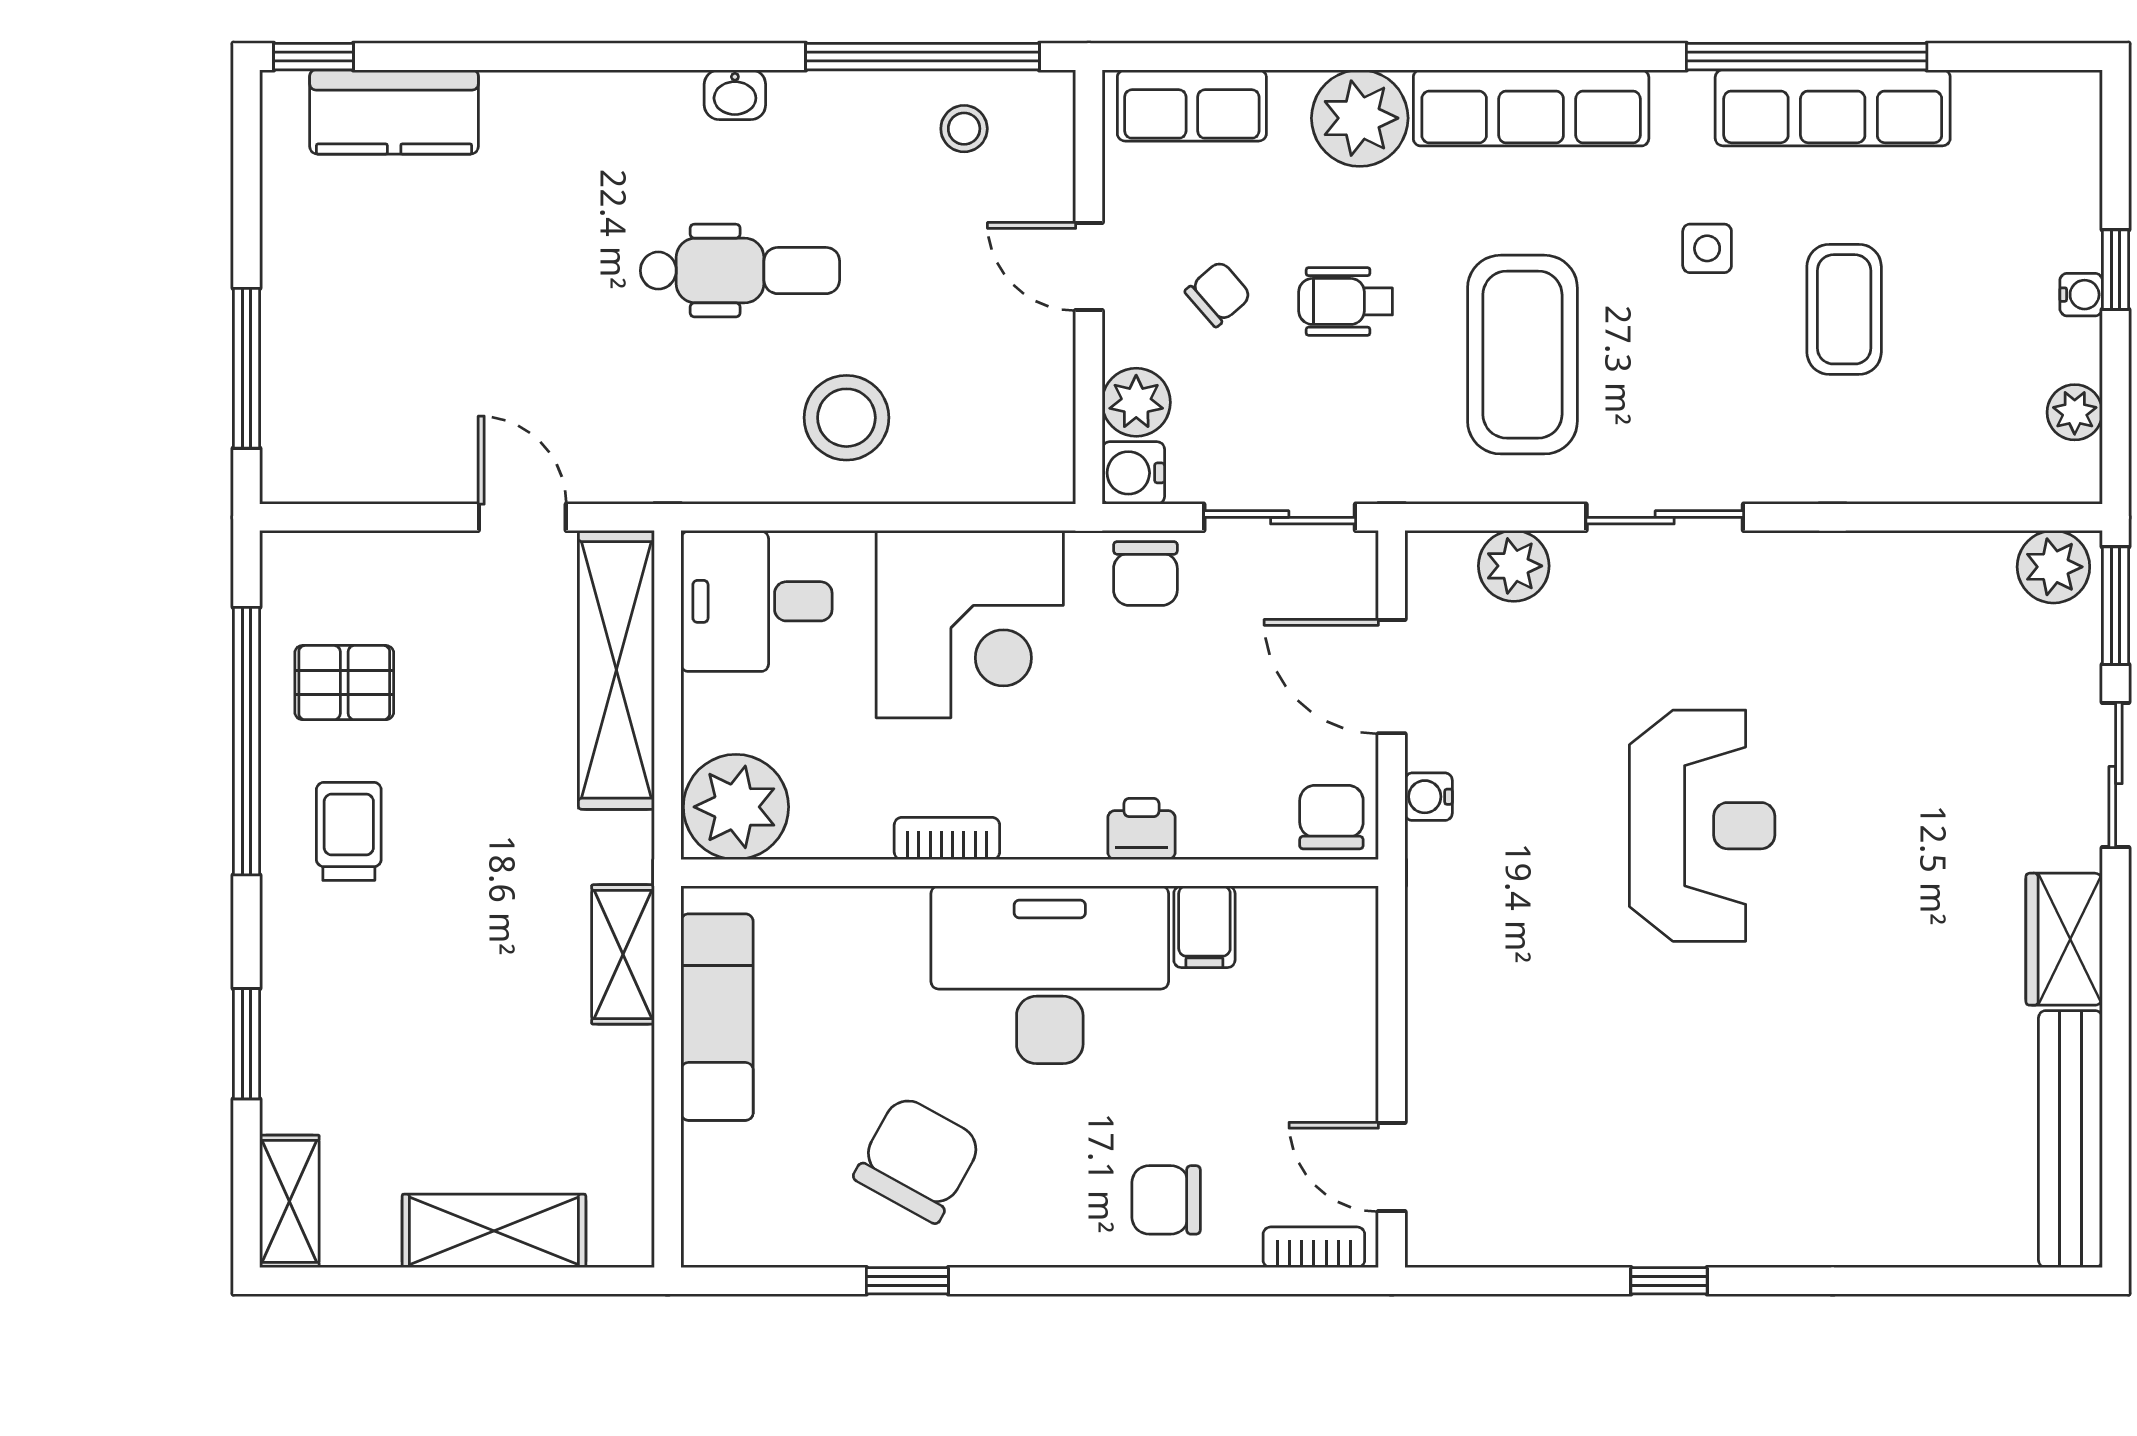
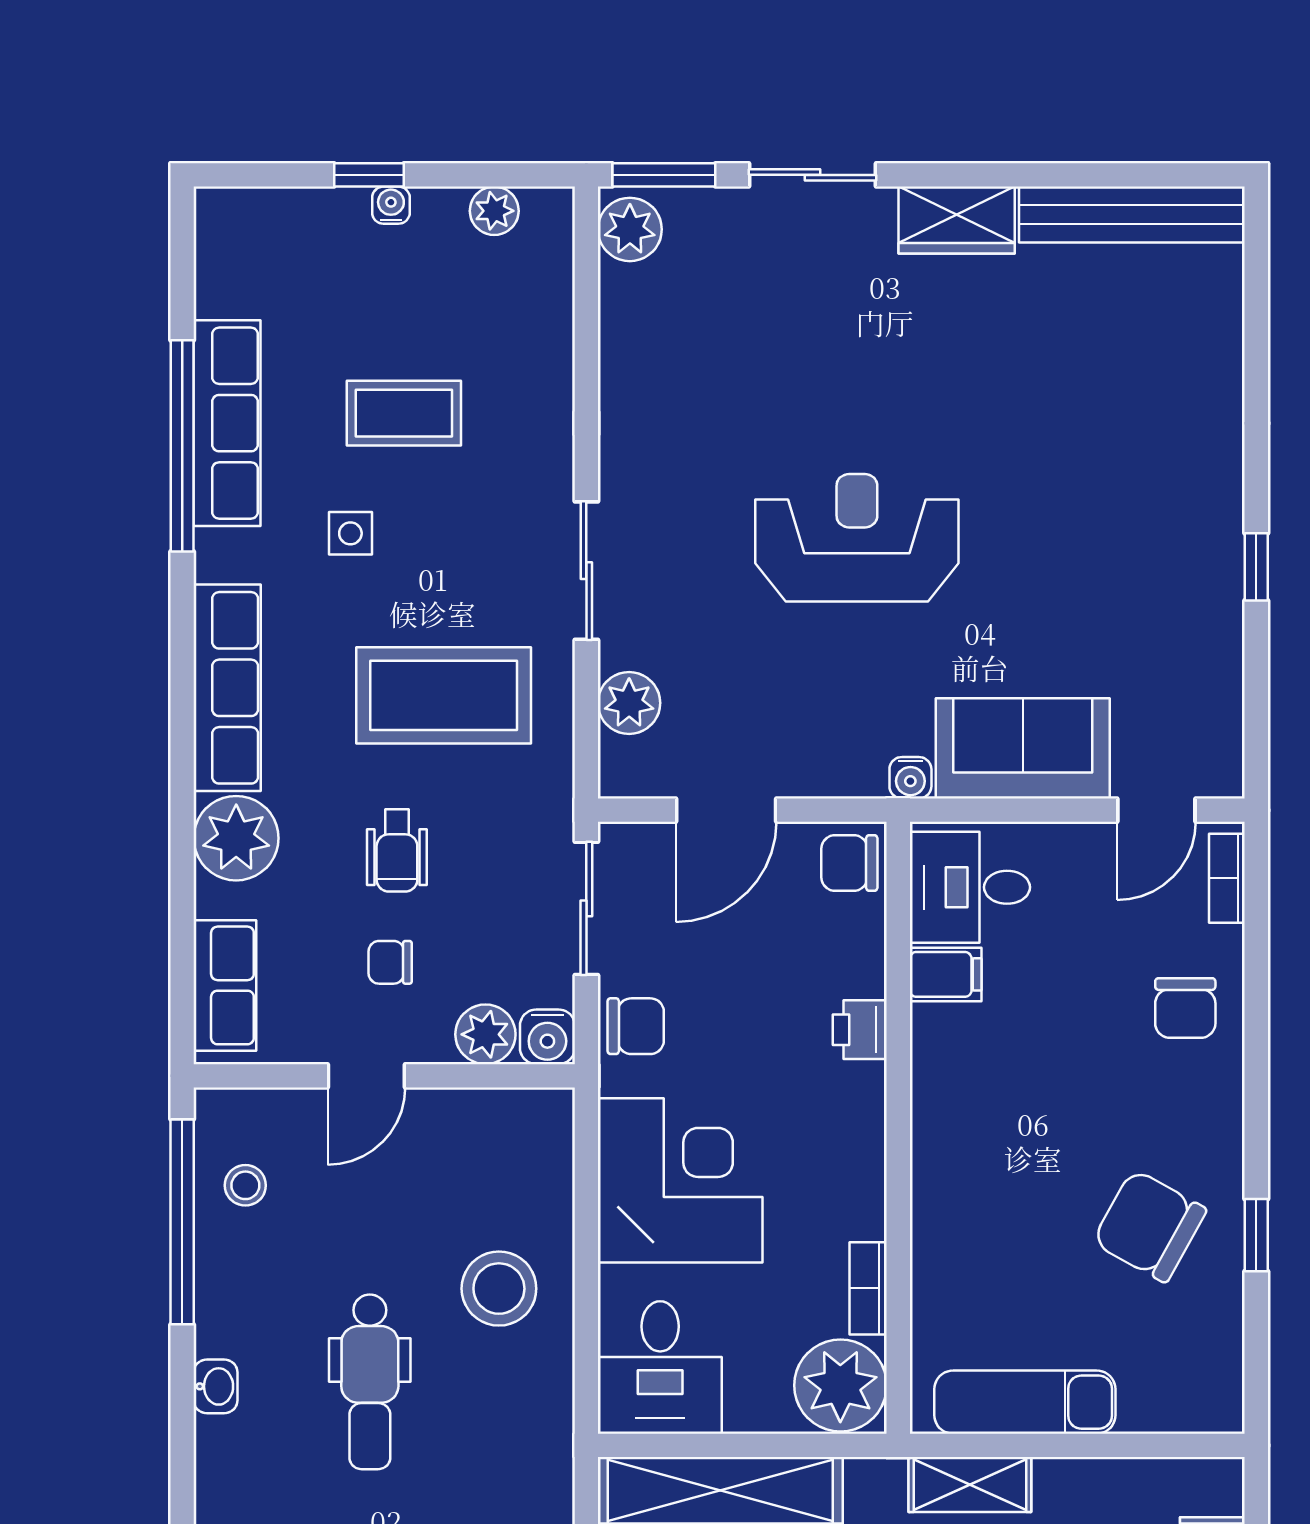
dental chair: (740, 271) -> (370, 1382), turned 180
chair: (1218, 294) -> (390, 962), turned -49
water cooler: (1429, 797) -> (910, 778), moved
bookcase: (947, 838) -> (868, 1288), moved
desk: (1050, 975) -> (970, 887), moved, width x0.53, depth x0.77
sofa: (1462, 1015) -> (1023, 748), added

